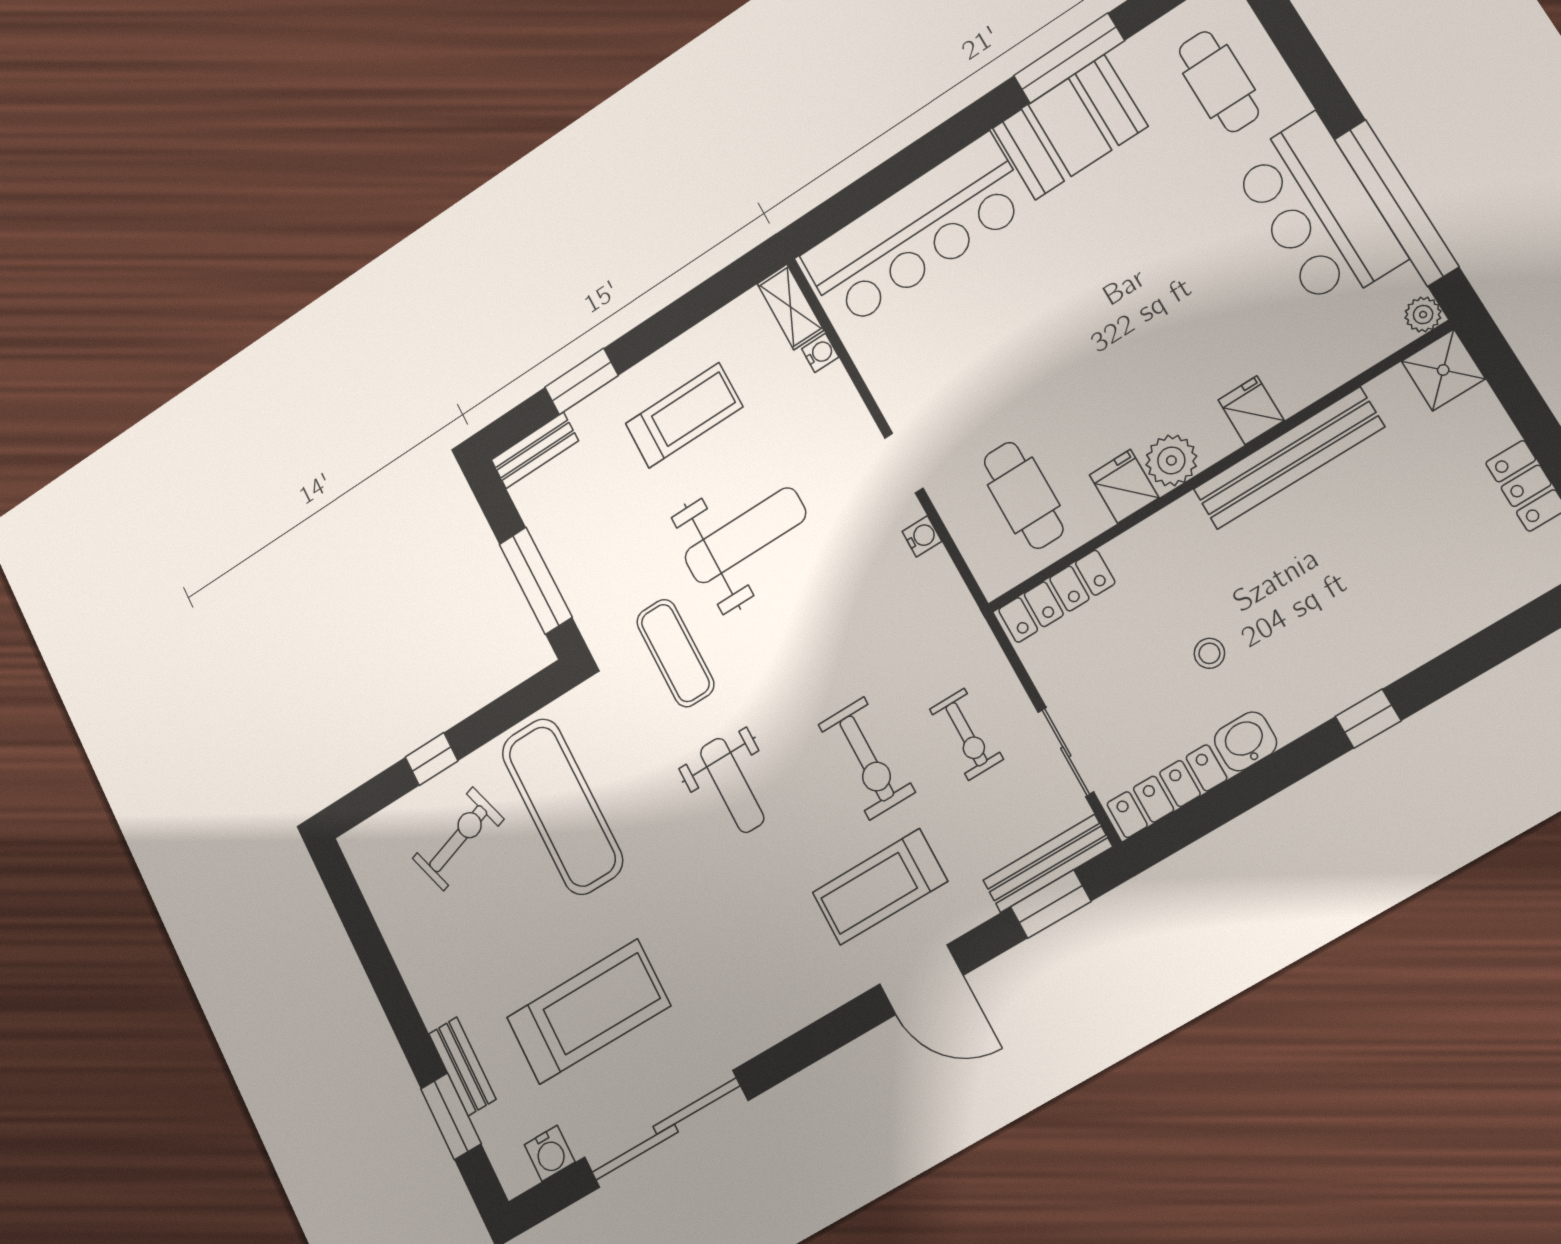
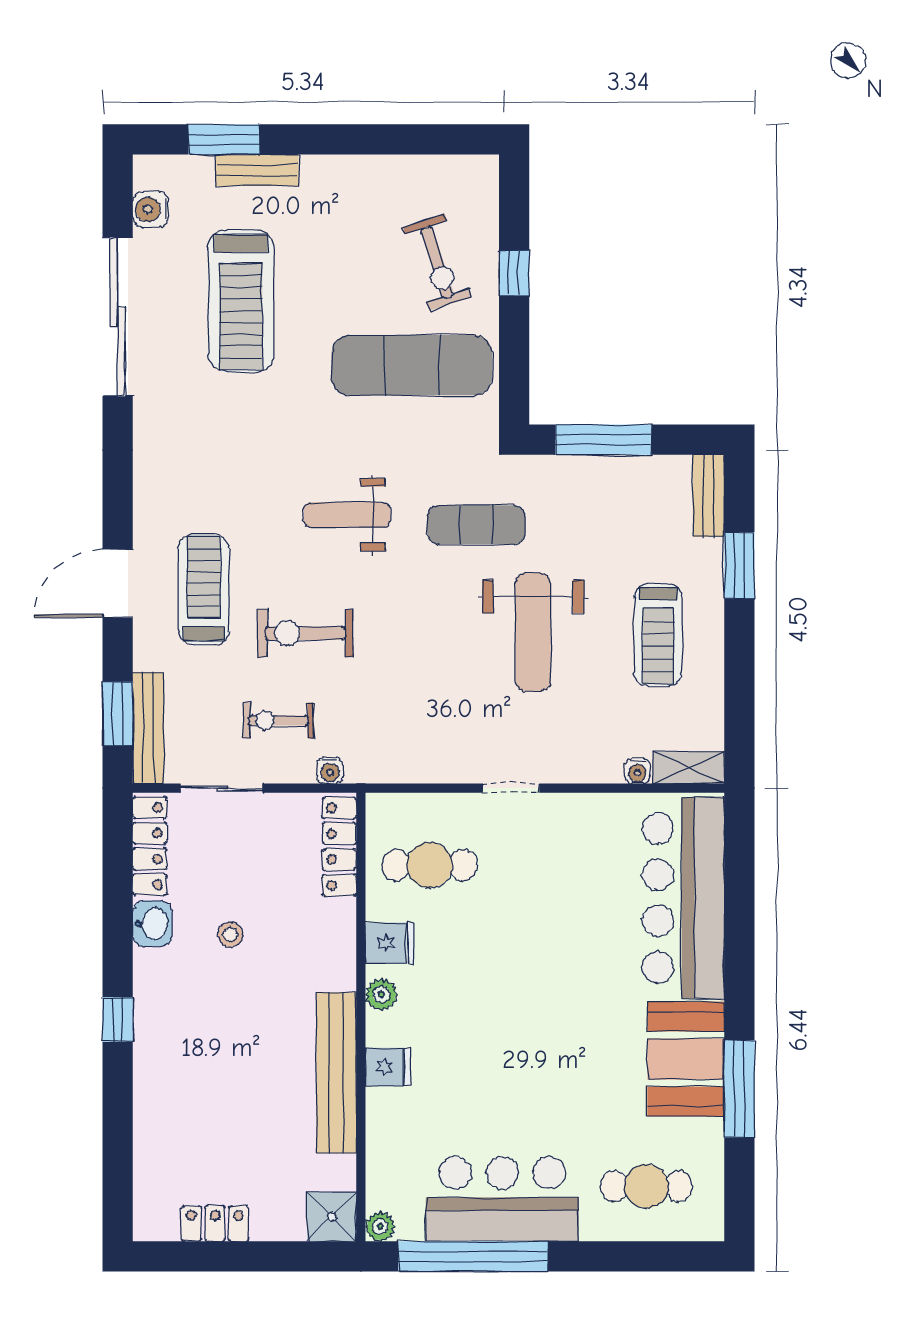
plant: (1171, 460) -> (381, 995), width x0.73, depth x0.73
water cooler: (922, 536) -> (330, 770), moved

